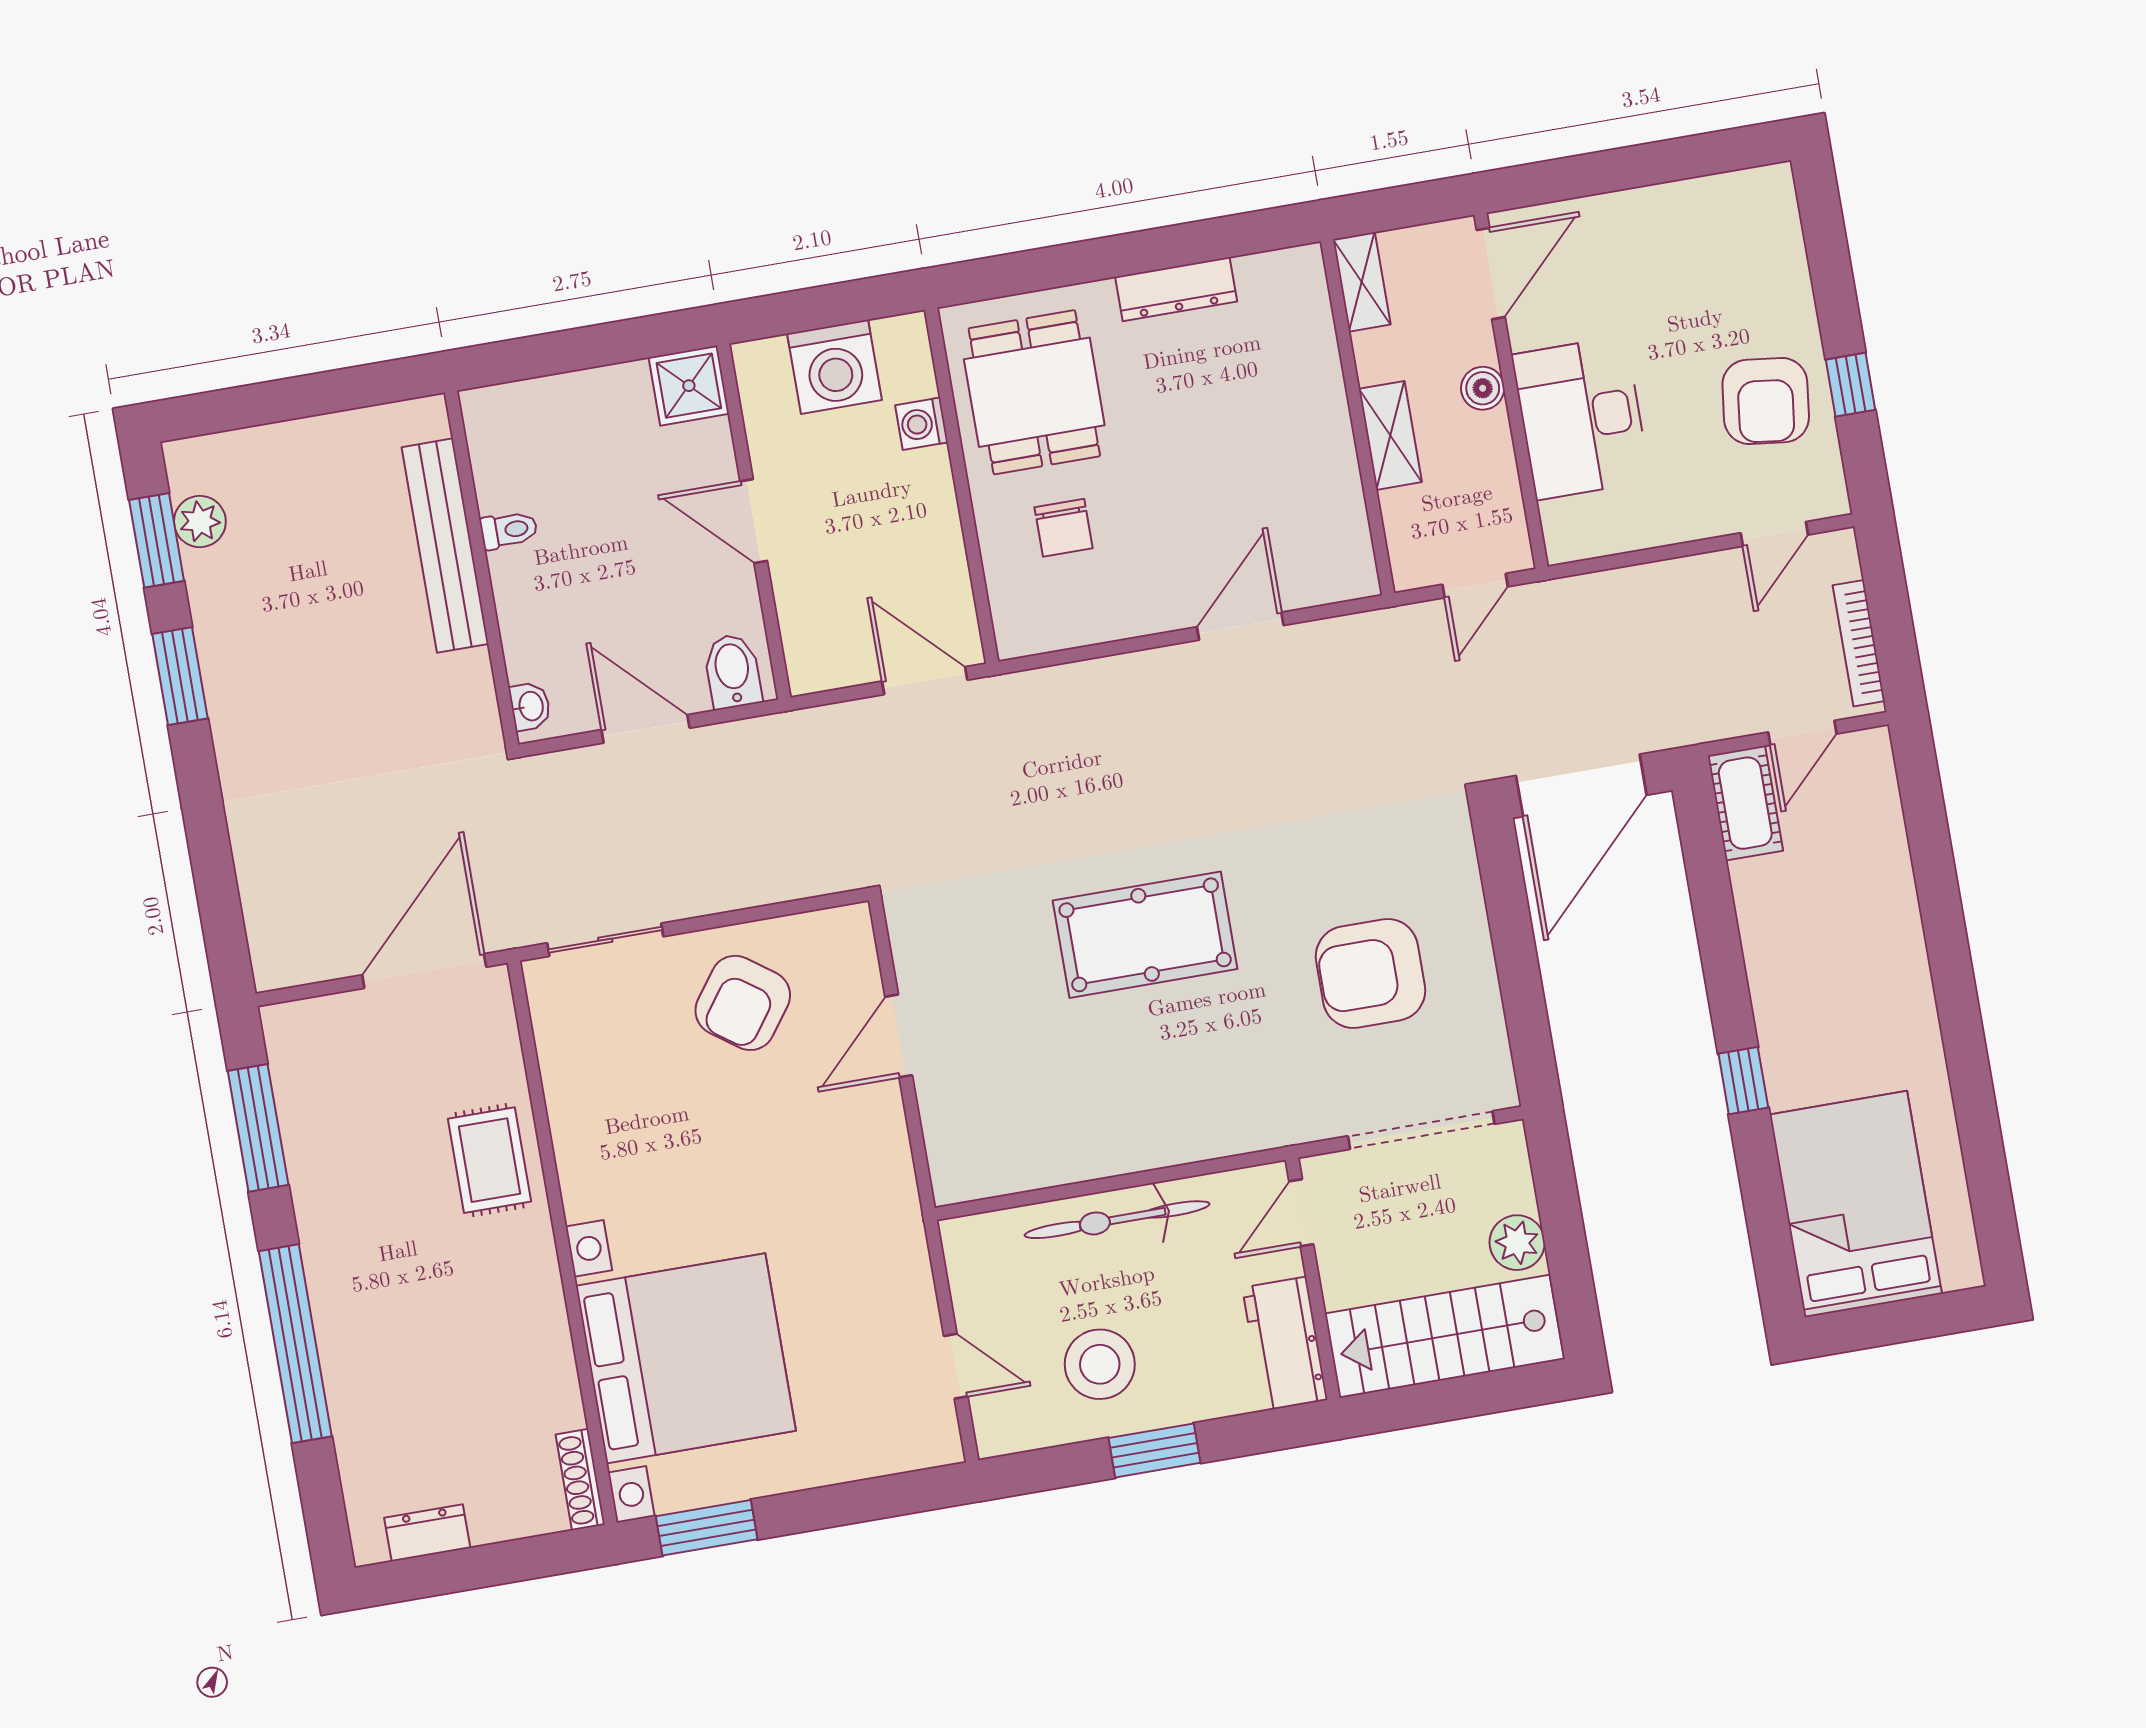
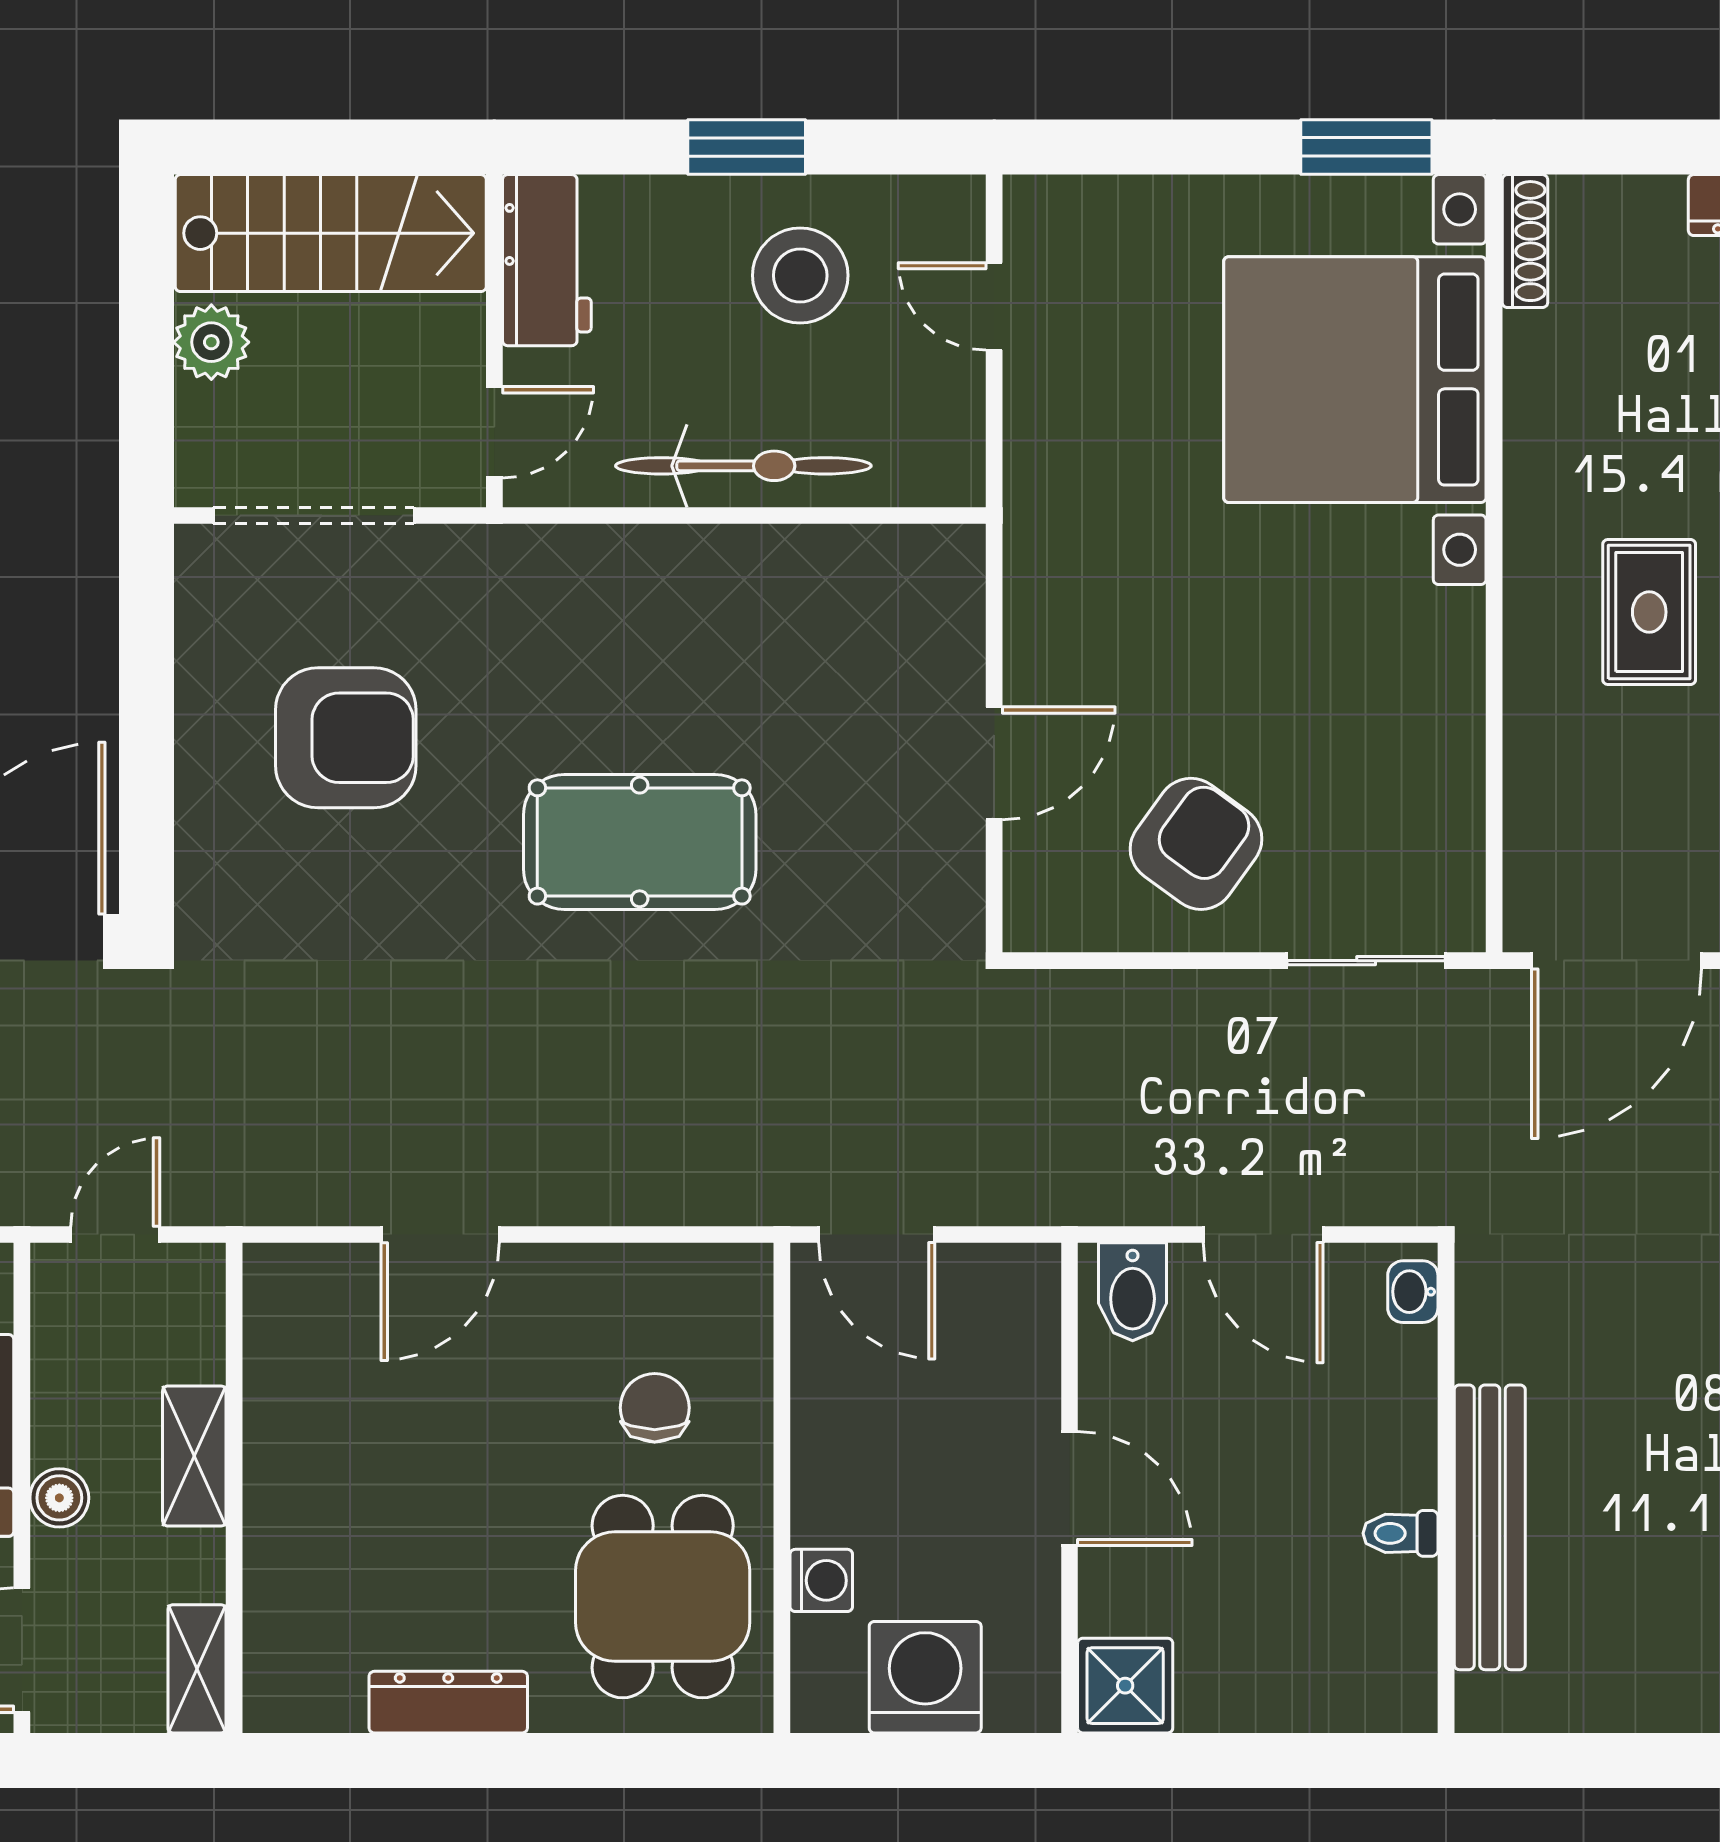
rug: (489, 1160) -> (1649, 612), moved

